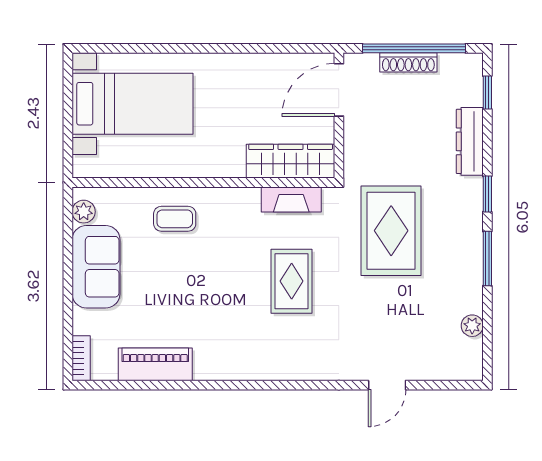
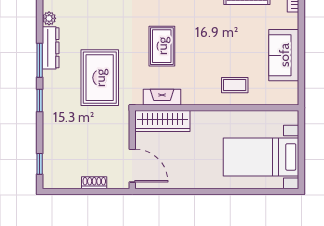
window: (414, 48) -> (85, 191), removed
shoe rack: (408, 62) -> (94, 183), width x0.70
door: (339, 90) -> (132, 166), hinge flipped
dresser: (470, 141) -> (51, 48), moved
plant: (84, 212) -> (292, 90), removed

